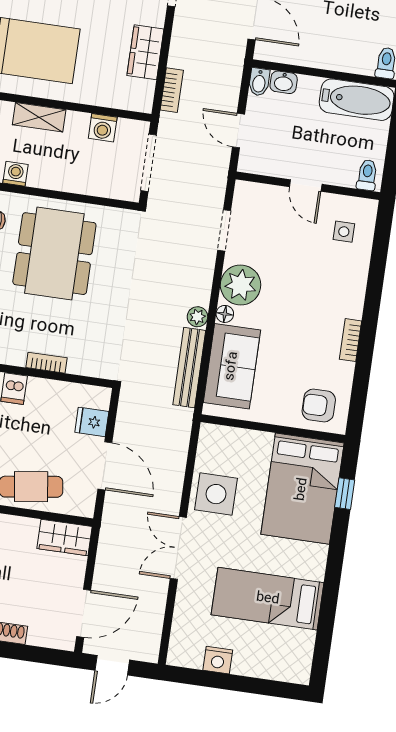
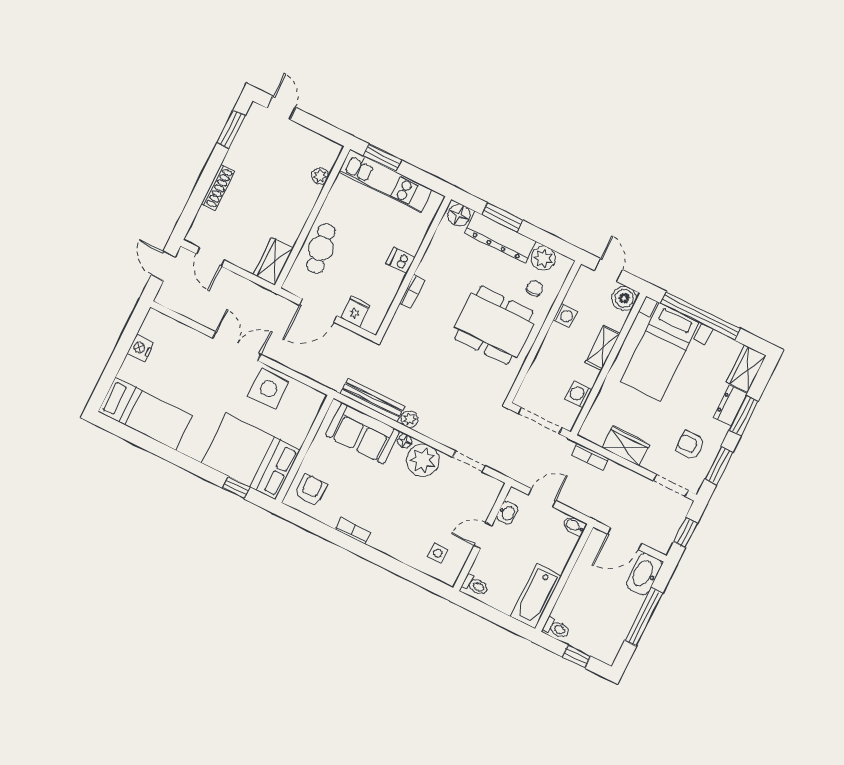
washbasin: (284, 82) -> (507, 513), moved, turned 180
bed: (268, 599) -> (145, 414), moved, turned 90
door: (84, 613) -> (210, 257), width x0.73

